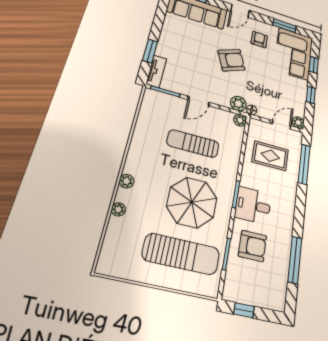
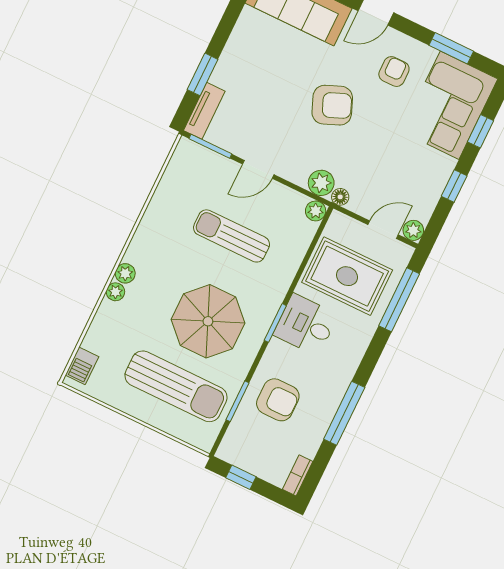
rug: (270, 156) -> (347, 276), width x1.36, depth x1.43
desk: (253, 205) -> (306, 325), moved
plant: (118, 209) -> (115, 292), moved
barbecue: (108, 256) -> (82, 366), added
window: (295, 260) -> (344, 413), moved
bookcase: (281, 297) -> (298, 475), added

